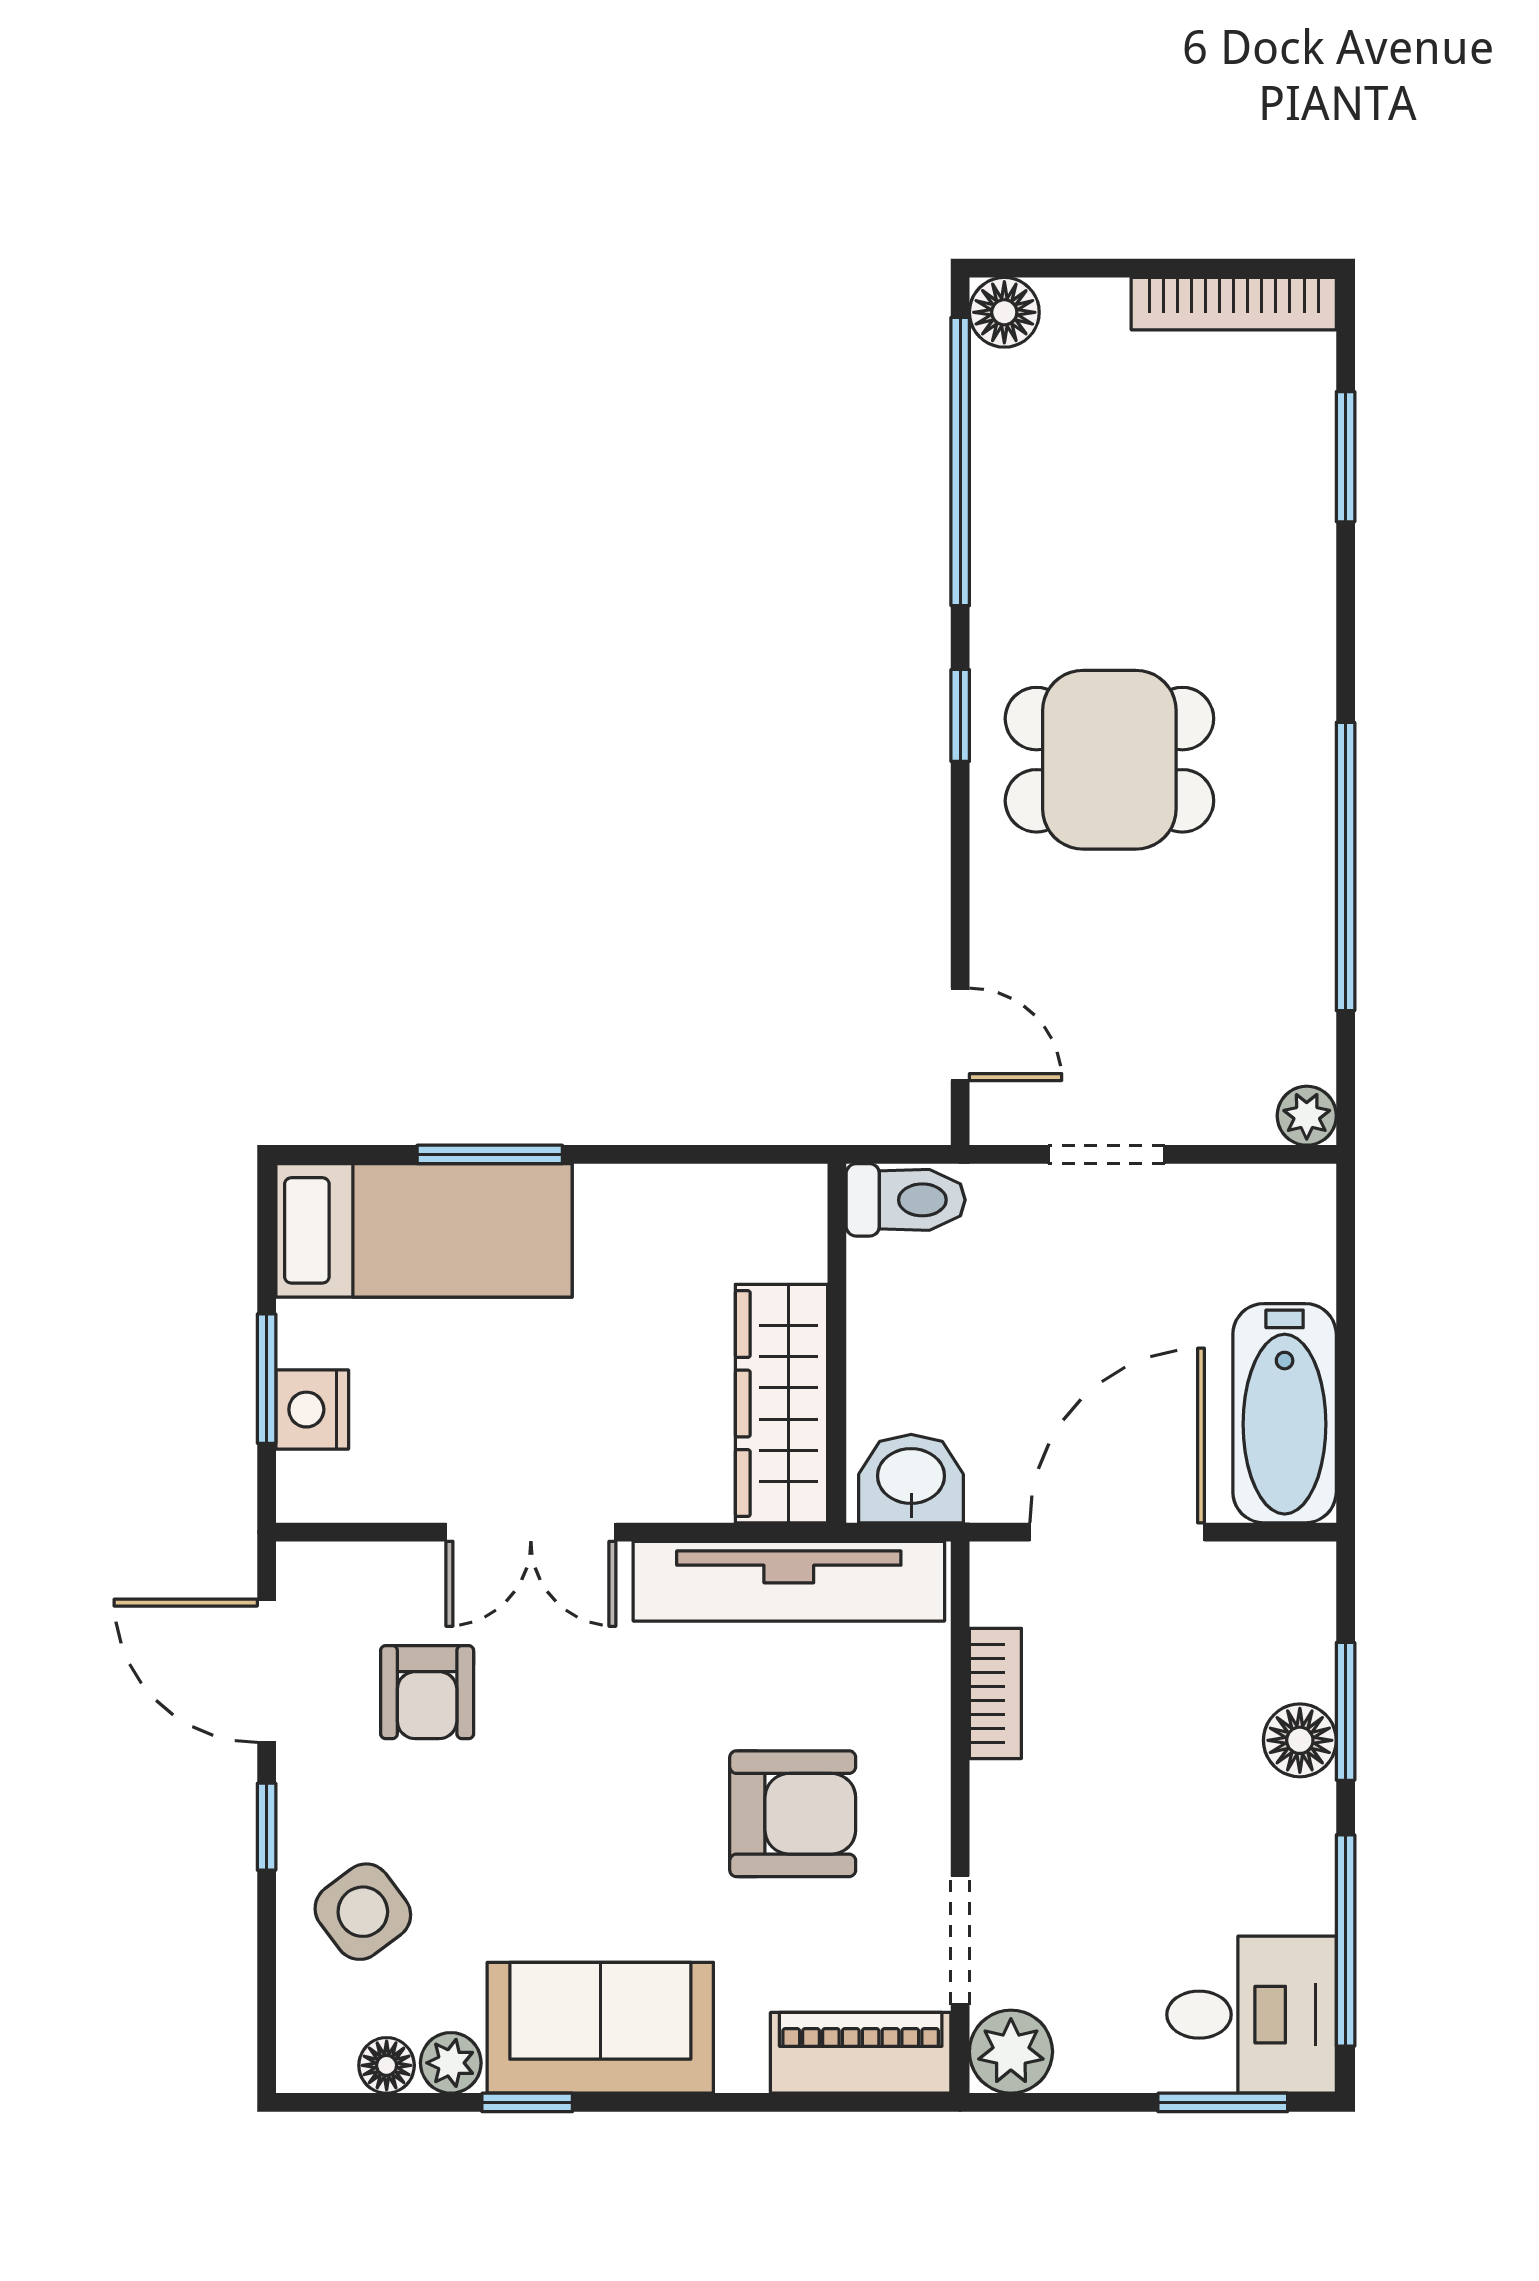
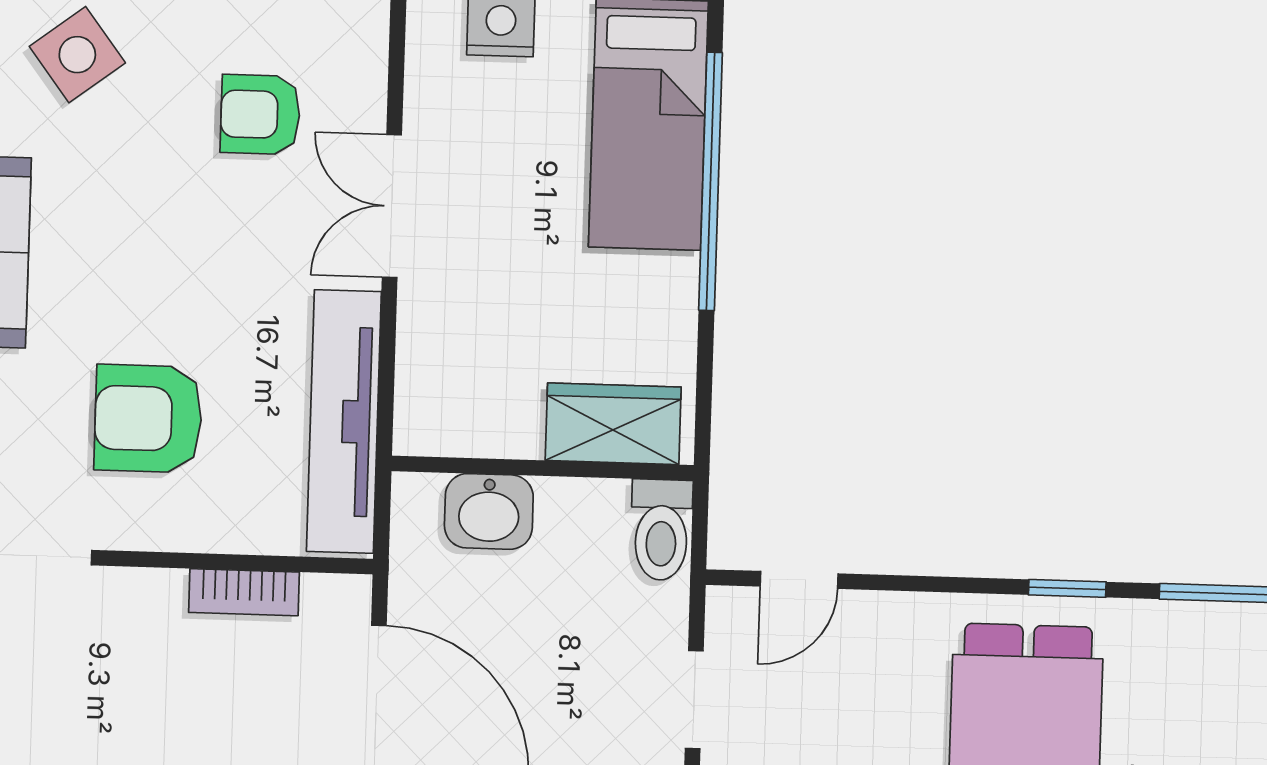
window: (490, 1154) -> (711, 181), width x2.11
wardrobe: (781, 1404) -> (613, 424), moved, width x0.67
washbasin: (911, 1479) -> (489, 511), moved, turned 90
armchair: (793, 1814) -> (148, 419), turned 90

